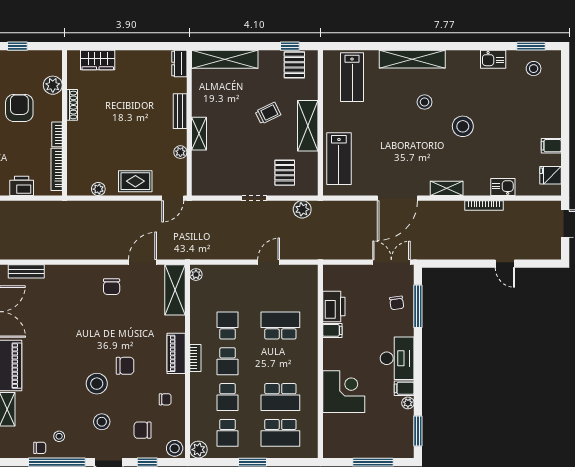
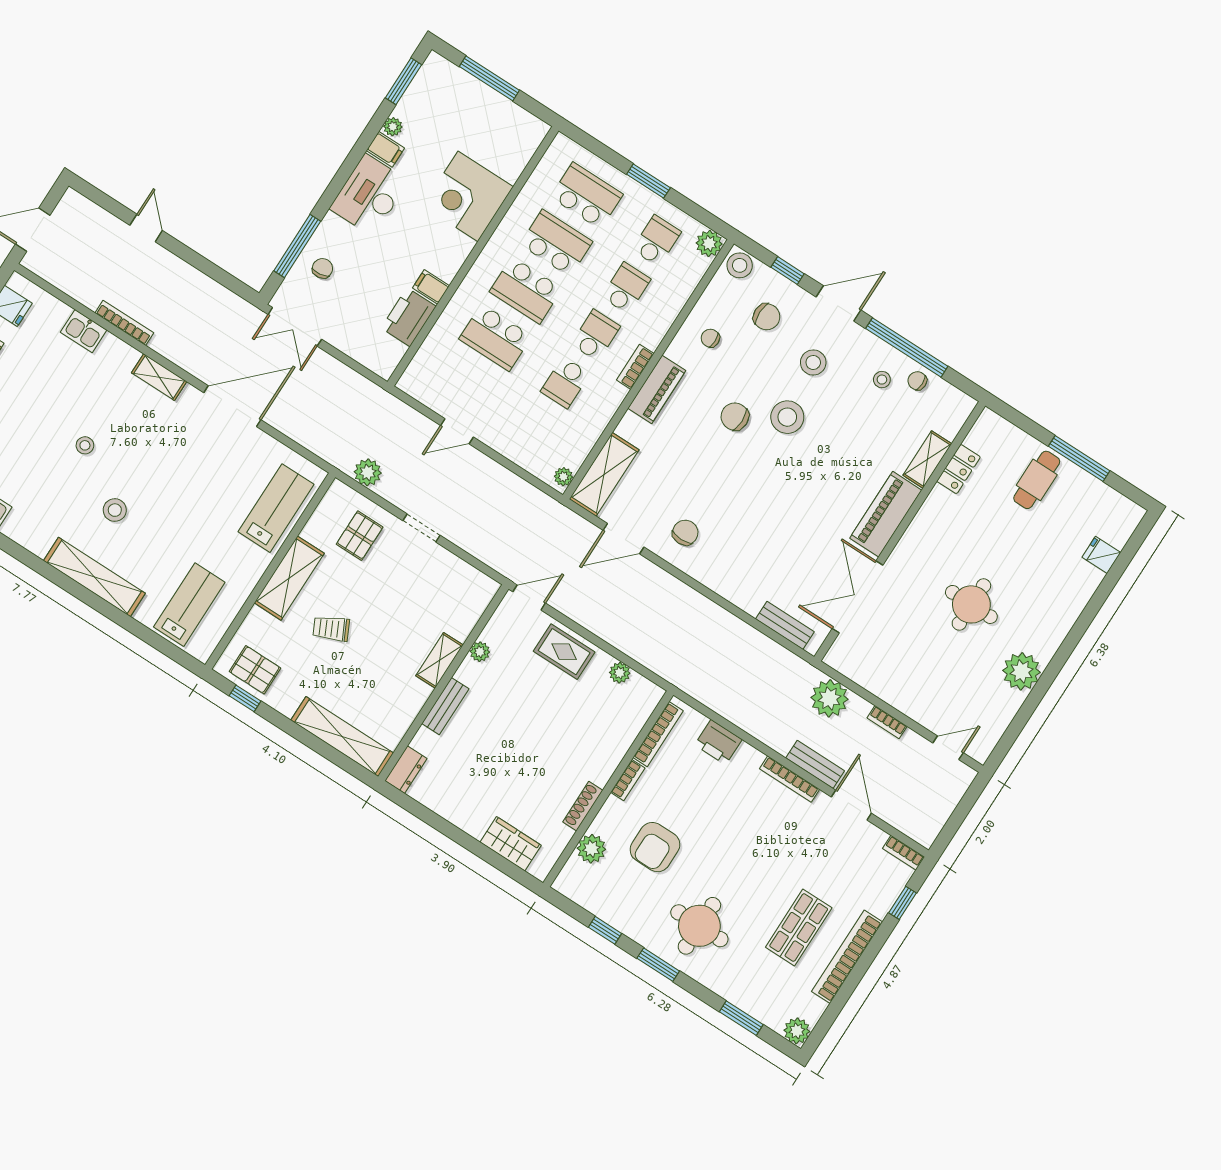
pallet: (294, 65) -> (255, 670), turned 90
stool: (463, 126) -> (85, 445), width x0.53, depth x0.53
school desk: (280, 361) -> (526, 290), added

